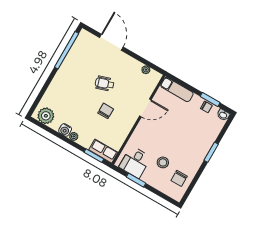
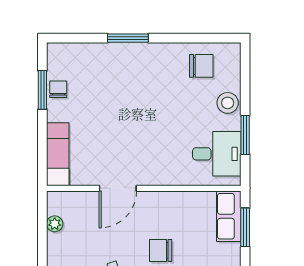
door: (145, 108) -> (118, 188), swing flipped
washbasin: (223, 115) -> (55, 54), removed
stool: (163, 162) -> (228, 103), moved

